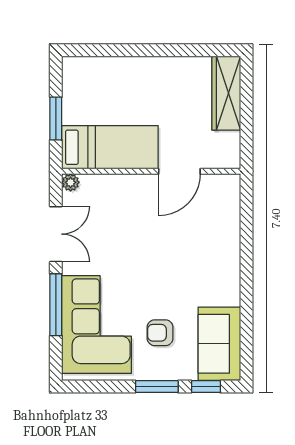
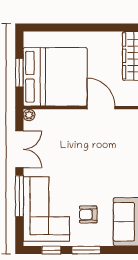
bed: (110, 147) -> (55, 77), width x2.04
door: (179, 171) -> (101, 108), swing flipped
window: (206, 387) -> (51, 250), moved

